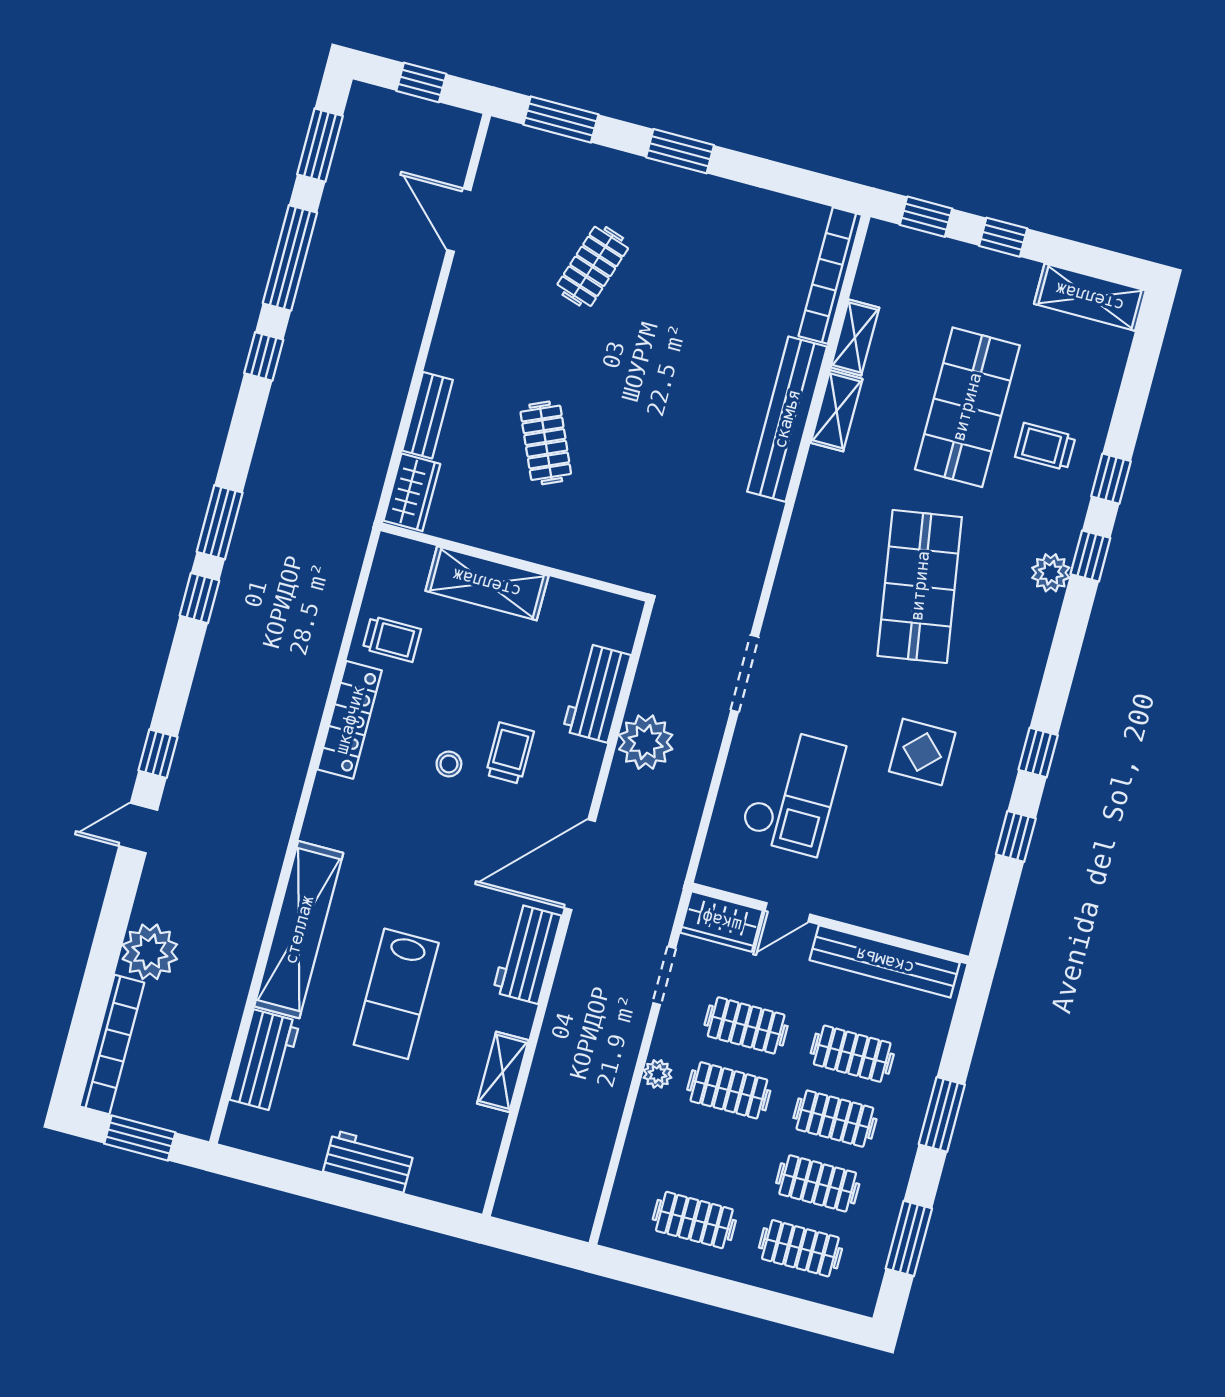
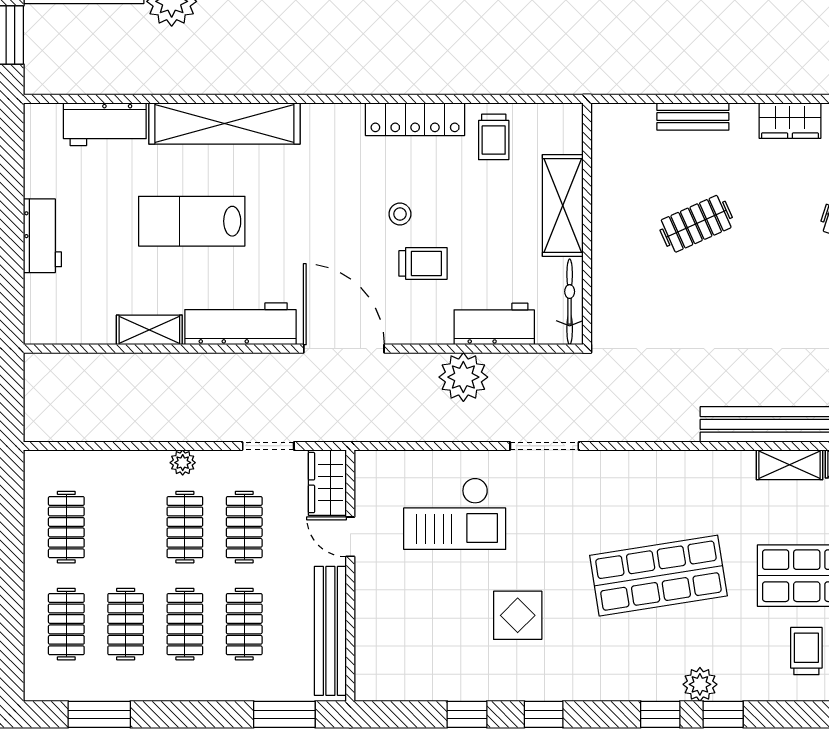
window: (1111, 479) -> (660, 714), moved
wardrobe: (412, 492) -> (790, 121), moved
bicycle: (594, 604) -> (570, 302), added
workbench: (527, 954) -> (240, 324), width x1.38
window: (942, 1114) -> (284, 714), moved

